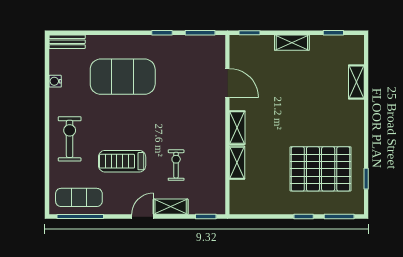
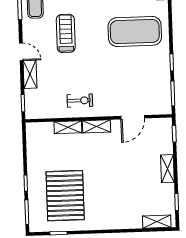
exercise mat: (123, 77) -> (135, 31), turned 90
shelving: (356, 82) -> (157, 222), moved
exercise bike: (176, 165) -> (80, 100), moved

